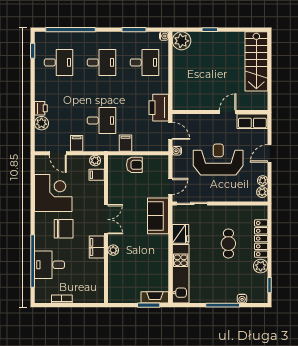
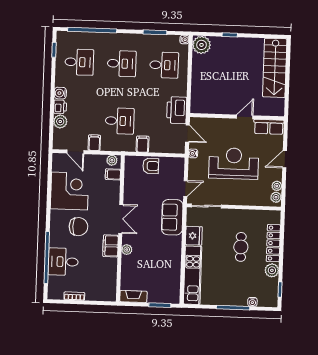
water cooler: (41, 94) -> (60, 93), added
fireplace: (155, 297) -> (133, 296), moved

